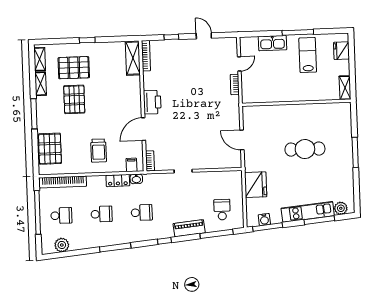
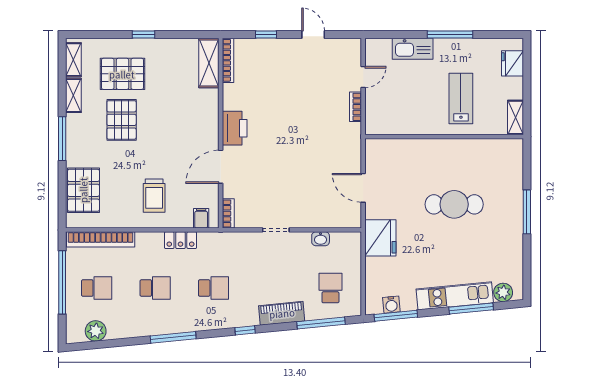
lab bench: (308, 55) -> (461, 98), moved
washbasin: (136, 179) -> (321, 239), moved
fridge: (256, 185) -> (380, 238), moved

